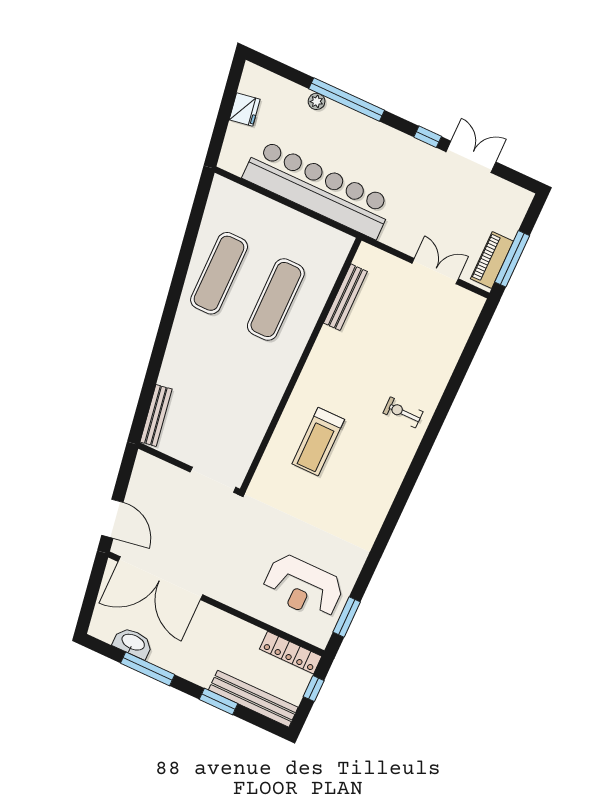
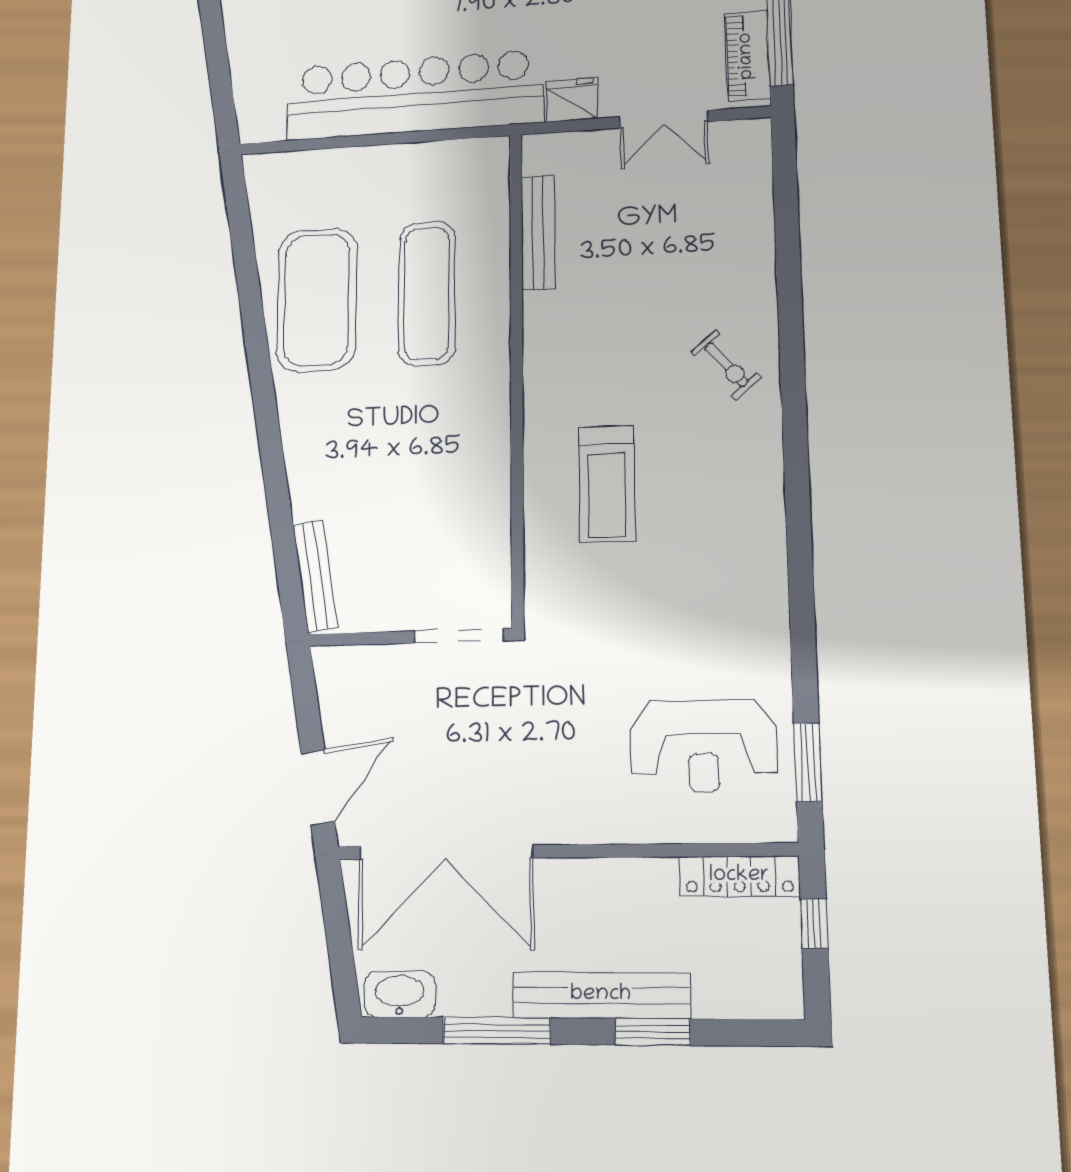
fridge: (245, 109) -> (572, 100), moved, turned -81
double door: (435, 271) -> (664, 119), swing flipped
exercise mat: (219, 273) -> (317, 300), width x1.47
exercise bike: (403, 412) -> (726, 365), turned -130
door: (112, 519) -> (318, 787), hinge flipped
washbasin: (133, 643) -> (400, 994), moved
bench: (253, 699) -> (601, 995), moved

